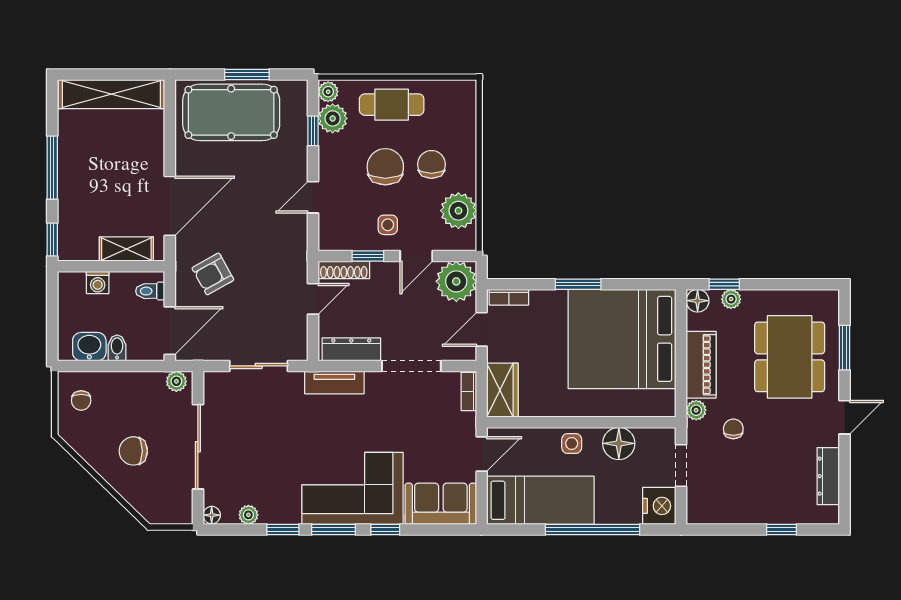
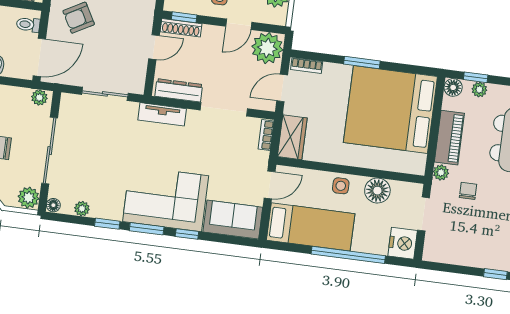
window: (368, 256) -> (184, 17), moved
plant: (179, 510) -> (29, 198), added

